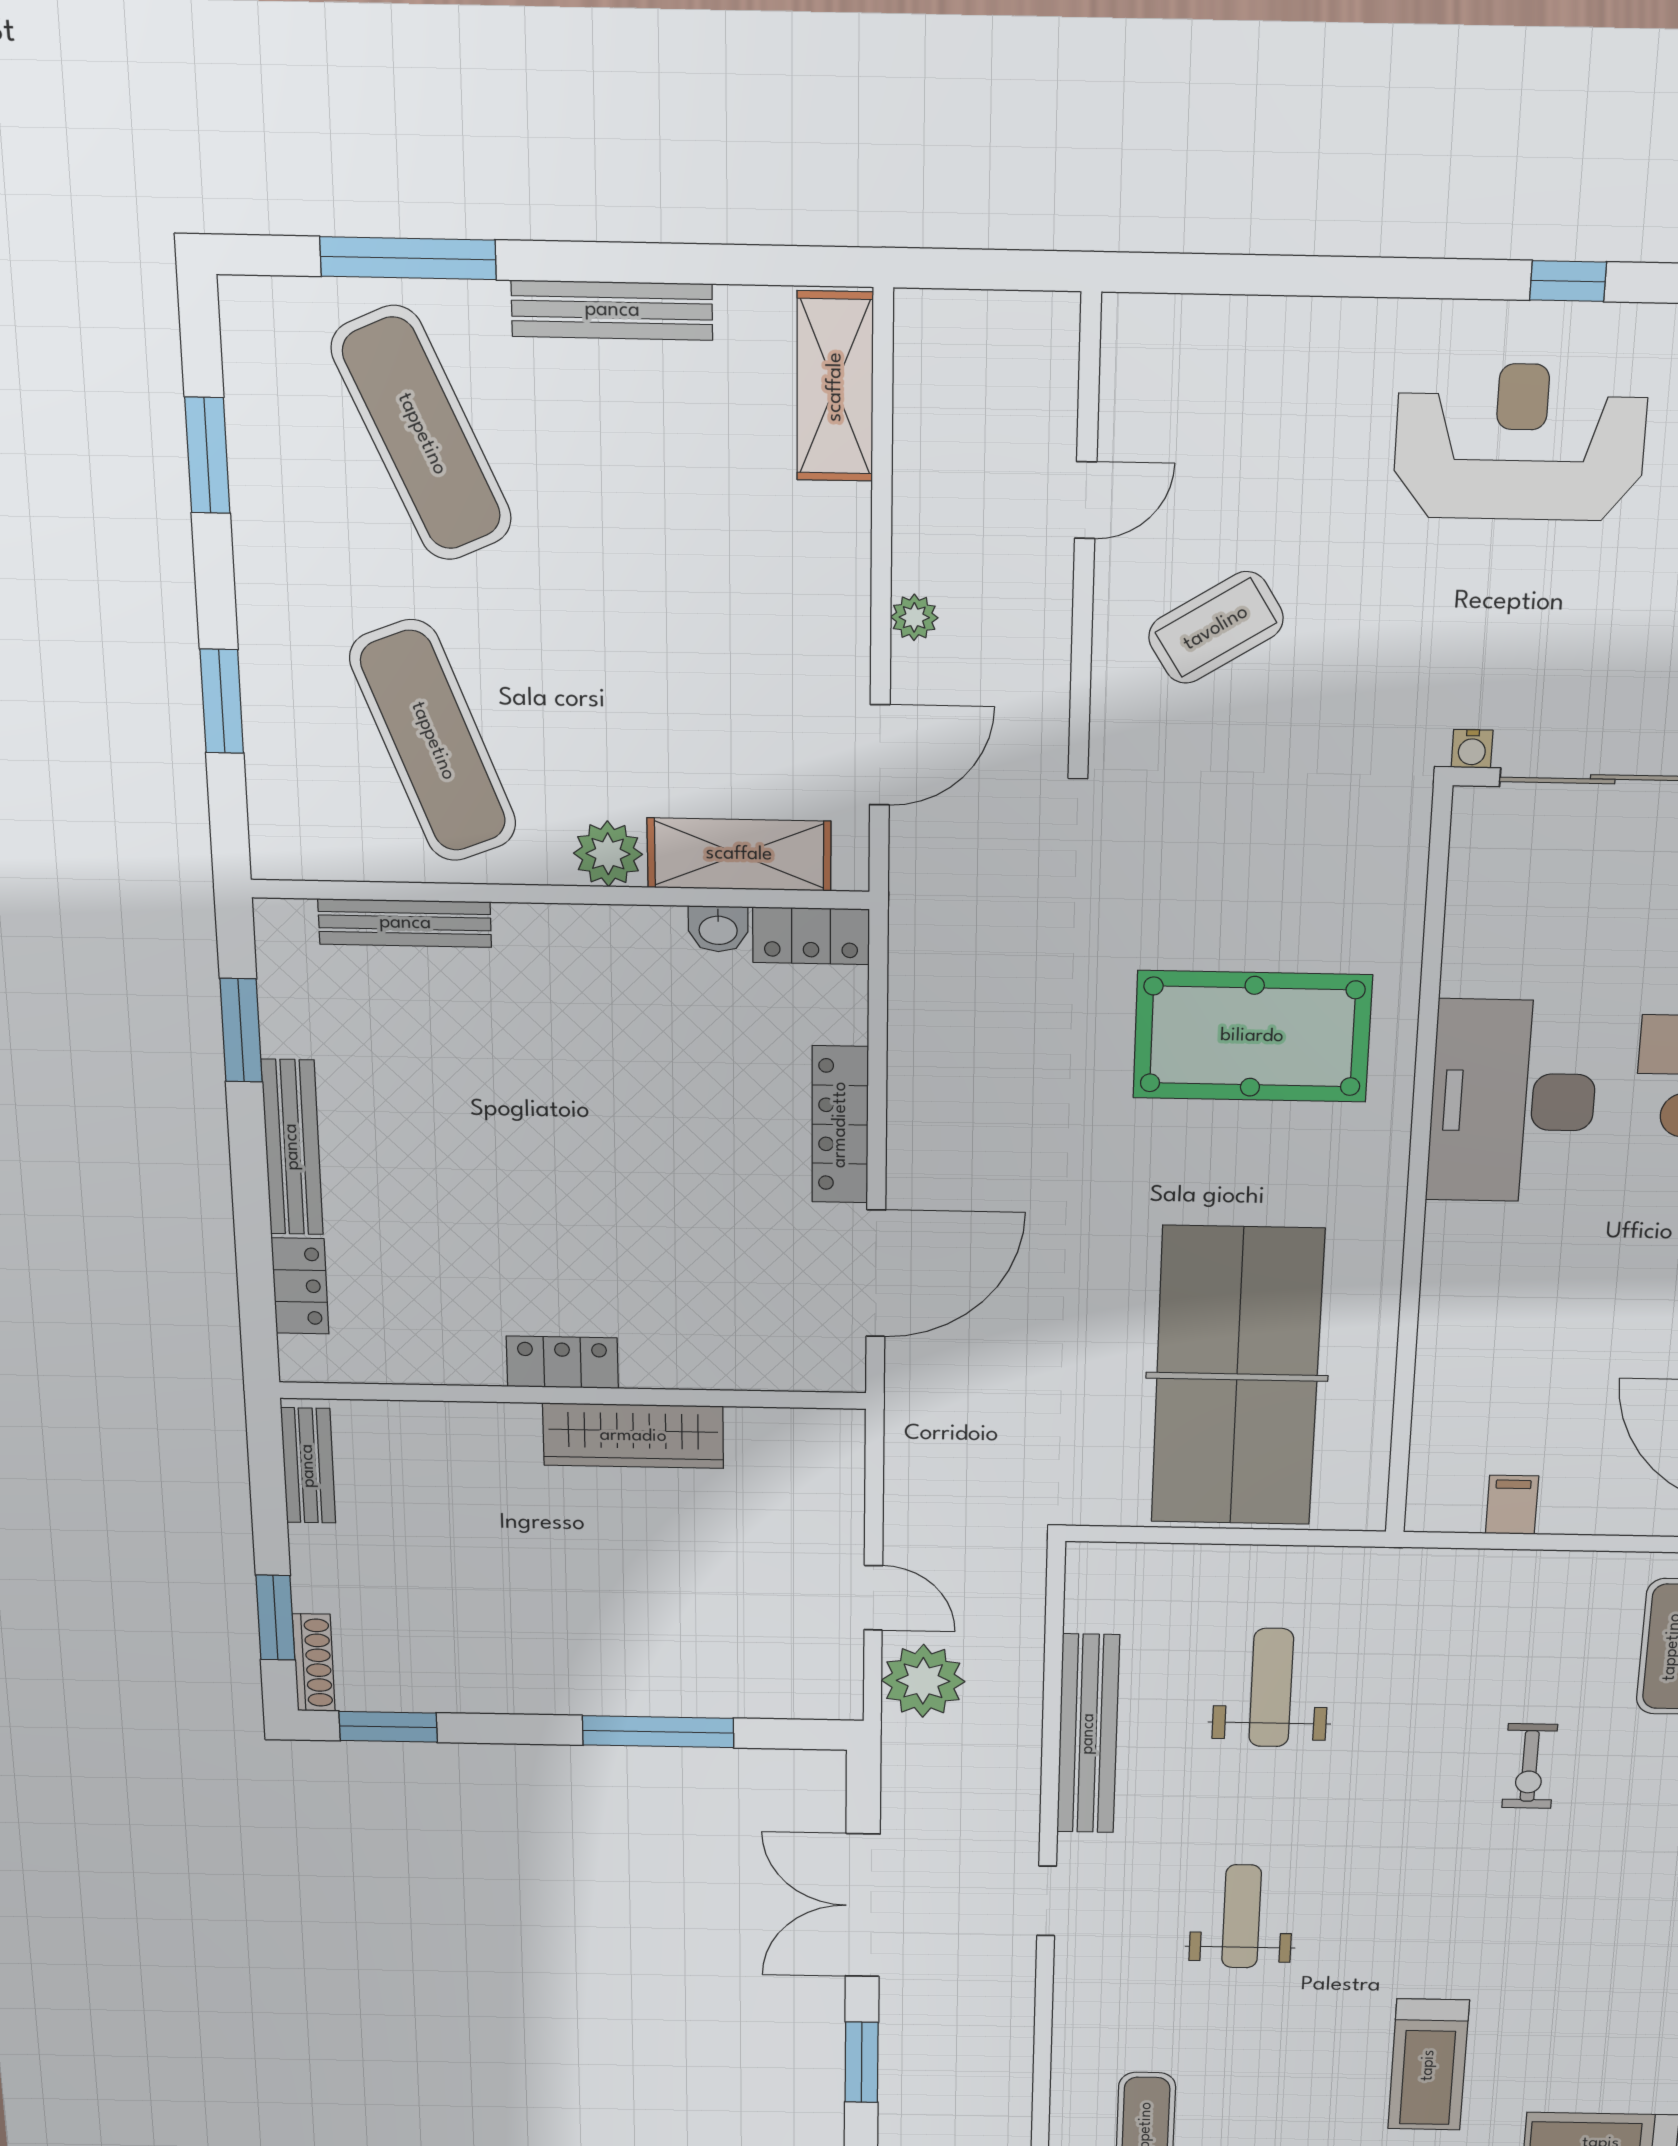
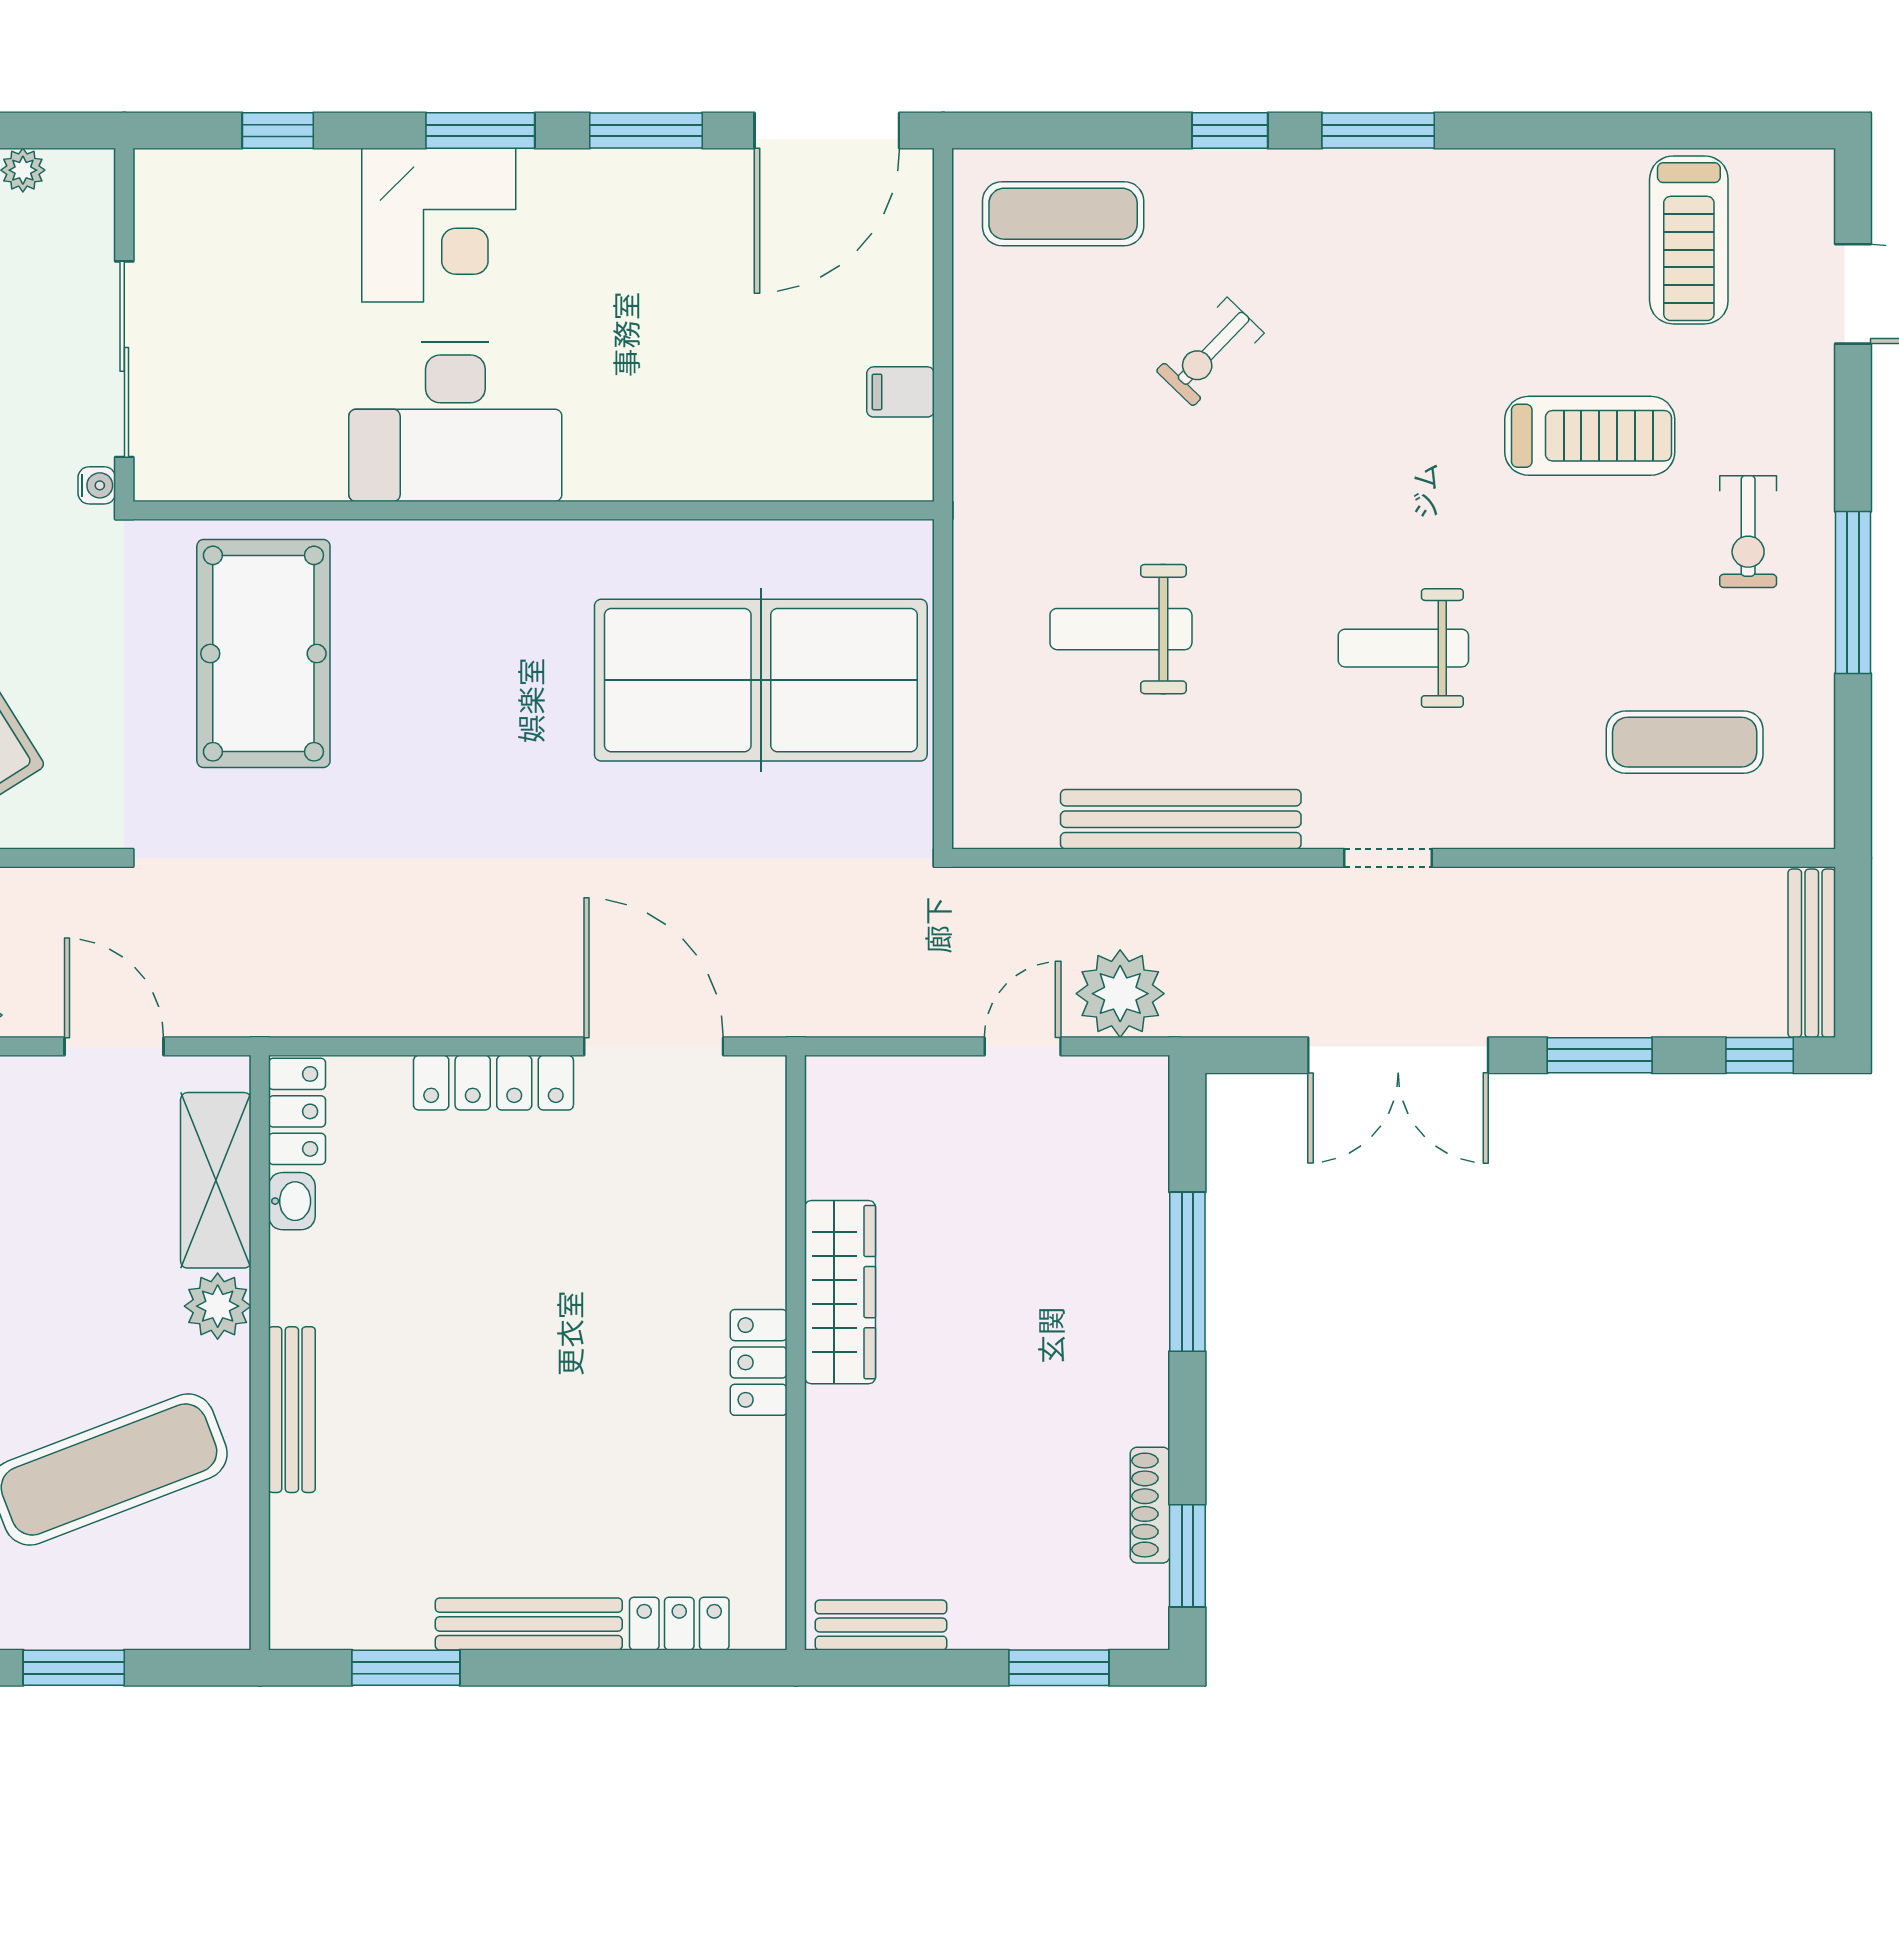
bench: (405, 923) -> (292, 1410), moved
pool table: (1252, 1036) -> (263, 654), moved
shoe rack: (314, 1663) -> (1150, 1505), moved, turned -90
exercise bike: (1530, 1766) -> (1210, 352), turned 134

